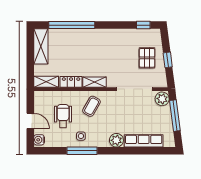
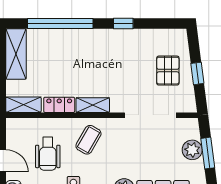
window: (143, 25) -> (123, 24), moved
plant: (162, 99) -> (192, 150), moved
wheelchair: (63, 116) -> (48, 154), turned 180
window: (175, 116) -> (208, 153), width x0.69

